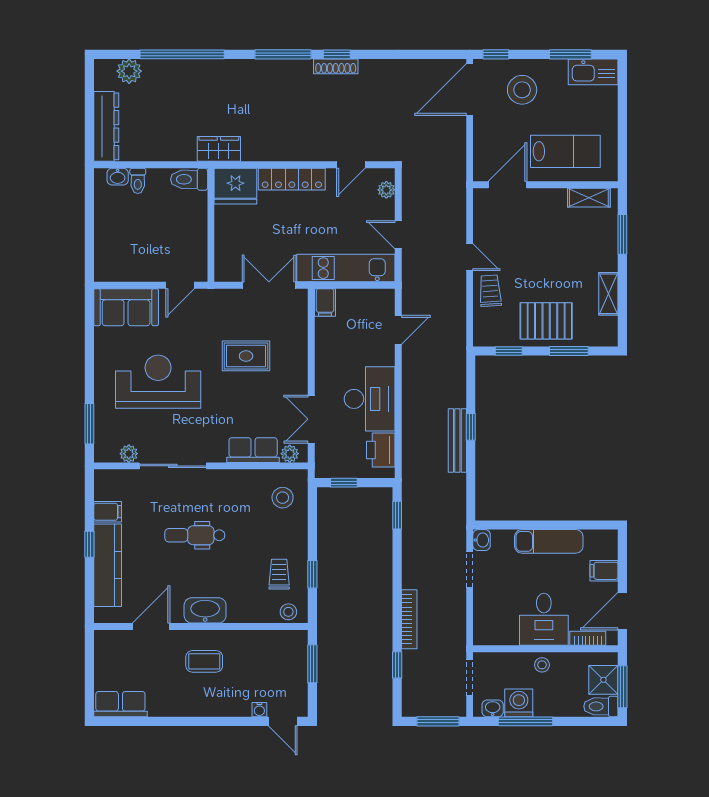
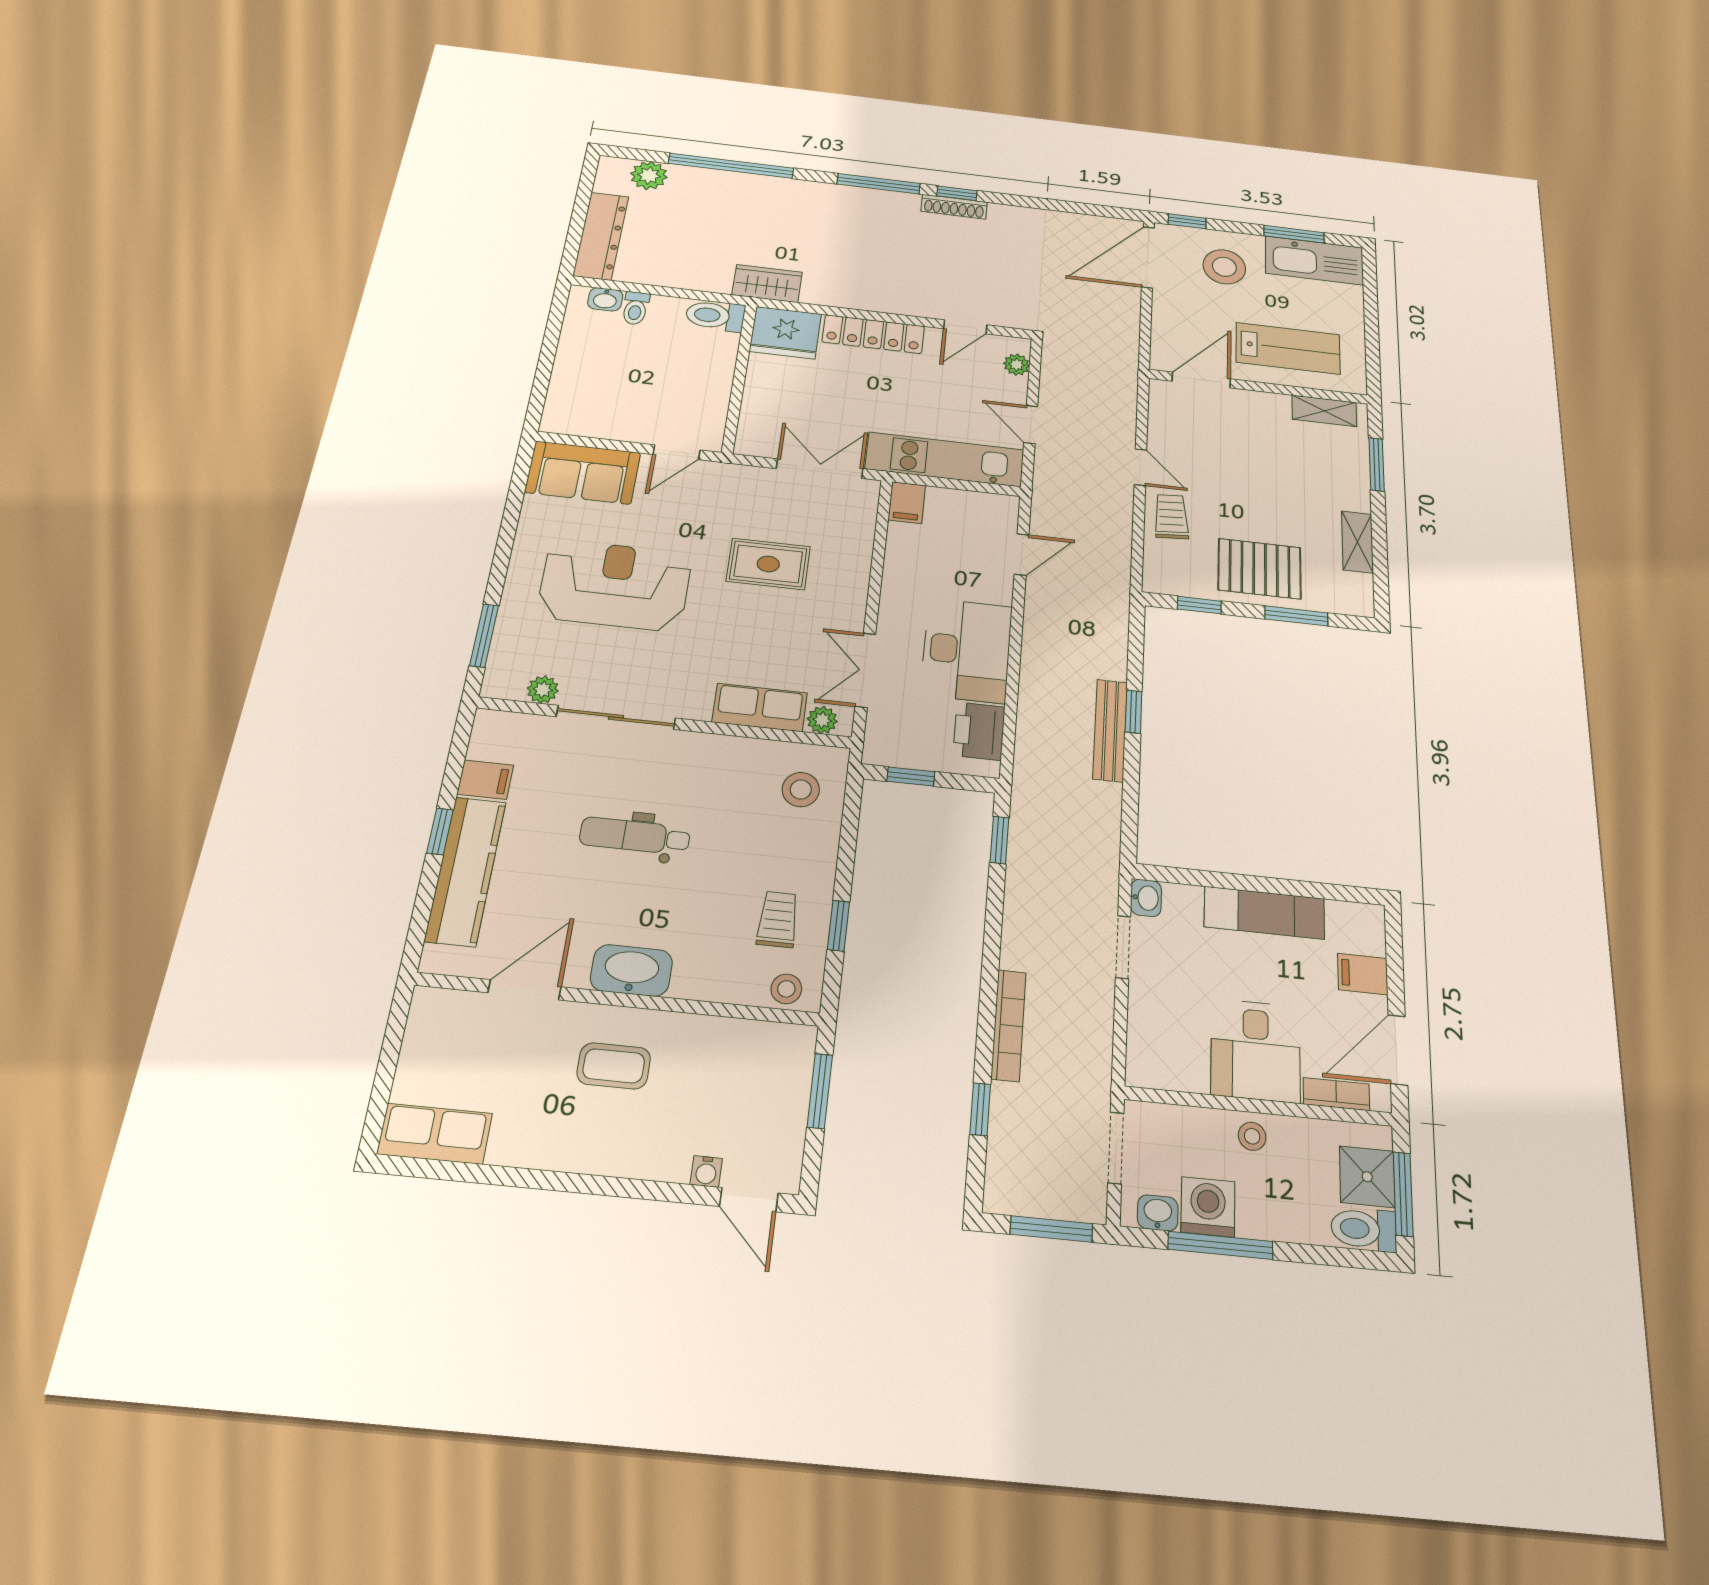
kitchen sink: (593, 72) -> (1314, 260), width x1.36, depth x1.24

